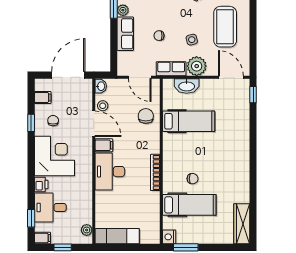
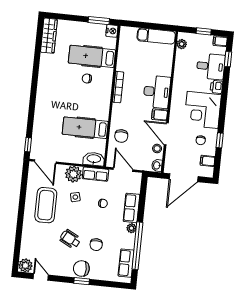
washbasin: (187, 86) -> (94, 159), moved

